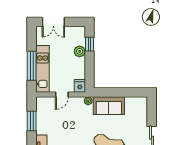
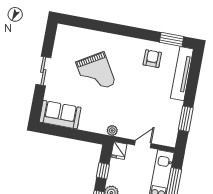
window: (90, 68) -> (103, 171), added
sofa: (109, 106) -> (60, 115), moved

